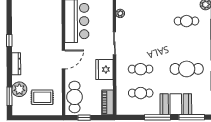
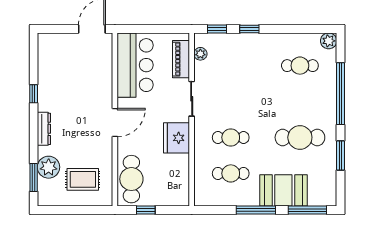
piano: (108, 102) -> (181, 59), moved

